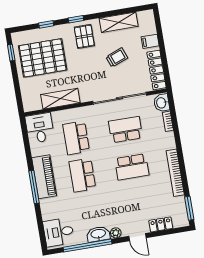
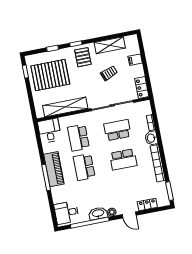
locker: (157, 70) -> (142, 88), width x0.66
shelving: (60, 99) -> (65, 107), width x1.47
washbasin: (162, 103) -> (151, 138), moved

